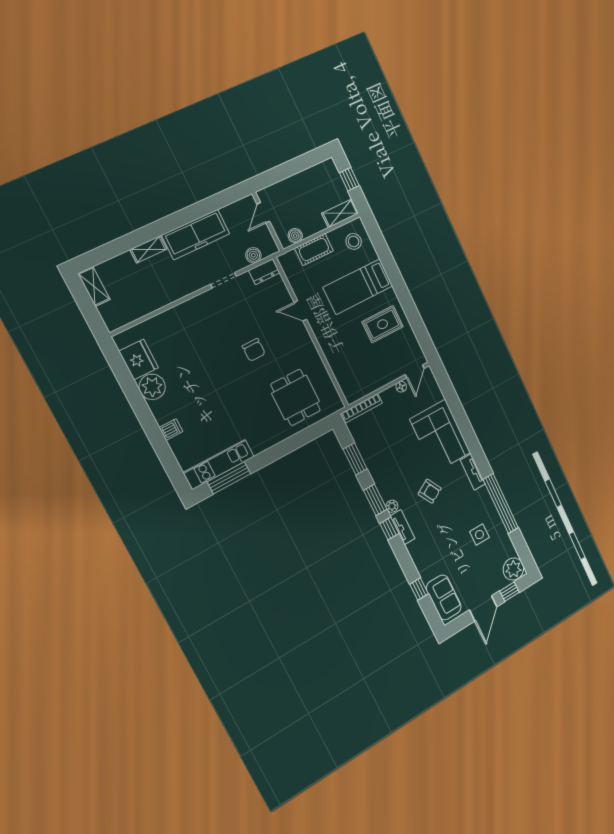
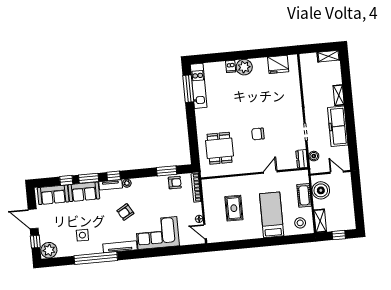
boiler: (295, 236) -> (321, 190), width x1.86, depth x1.86
rug: (383, 324) -> (234, 208), moved
plant: (152, 387) -> (244, 67), moved
dining table: (296, 397) -> (220, 148), turned 90
armchair: (366, 441) -> (175, 183), added
tv unit: (473, 472) -> (120, 247), width x1.41
window: (375, 500) -> (89, 178), moved
sofa: (425, 559) -> (84, 192), added

